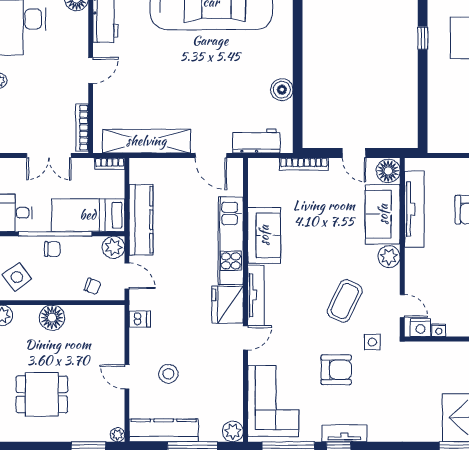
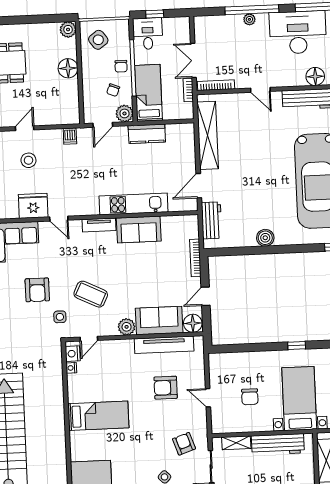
boiler: (282, 90) -> (265, 238), moved
bookcase: (110, 164) -> (188, 90), moved
kitchen counter: (141, 220) -> (147, 134), width x0.67
chair: (93, 286) -> (113, 90), moved
tv unit: (256, 295) -> (99, 225), width x0.71
fridge: (228, 305) -> (33, 206), moved

